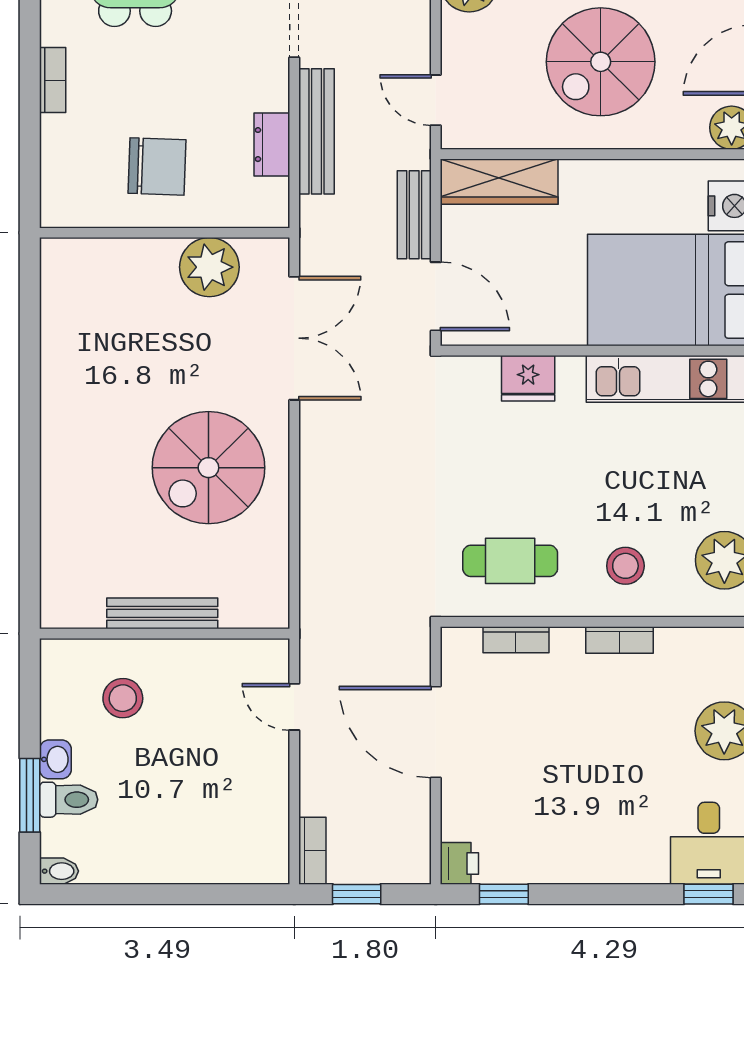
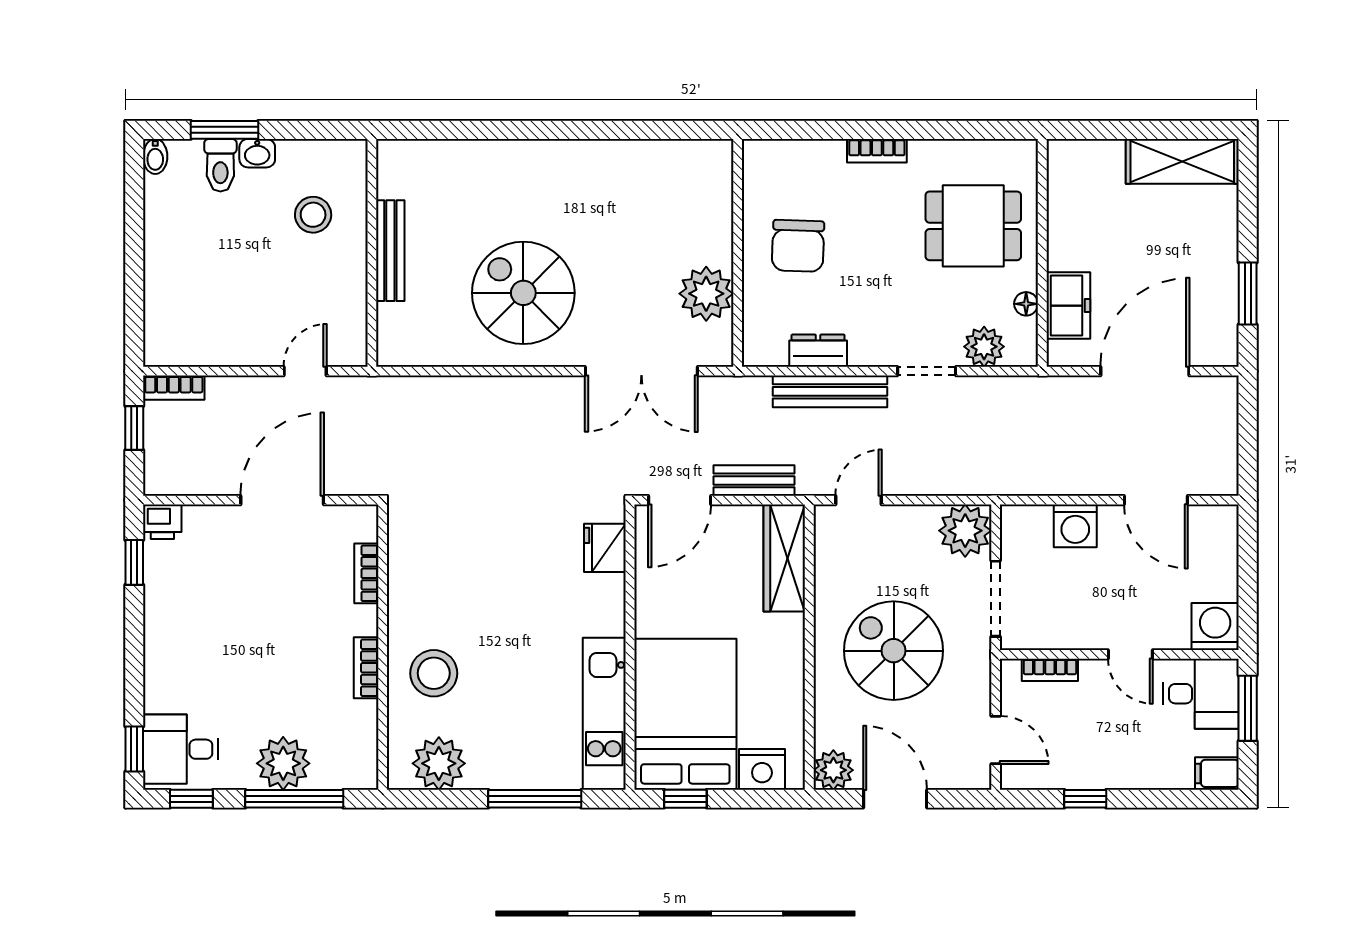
fridge: (528, 378) -> (605, 548), moved
cafe table: (510, 561) -> (438, 568), removed
stool: (625, 566) -> (434, 673), width x1.38, depth x1.38

